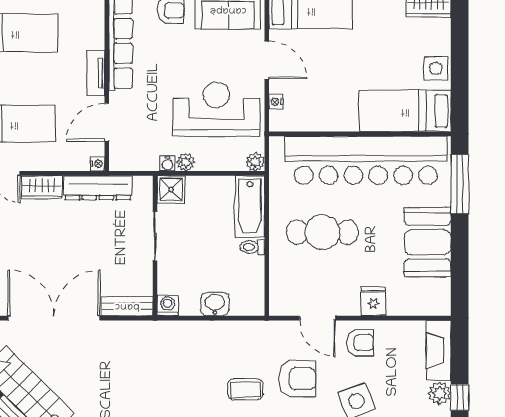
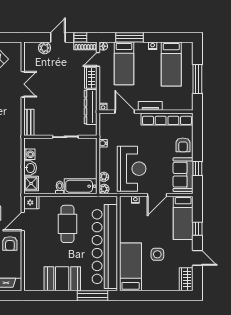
side table: (436, 68) -> (157, 254), moved
plant: (186, 162) -> (104, 177), moved
shower: (171, 190) -> (31, 183), moved
fridge: (373, 301) -> (31, 202), moved
washing machine: (168, 305) -> (29, 154), moved
double door: (54, 318) -> (23, 84), width x0.54

